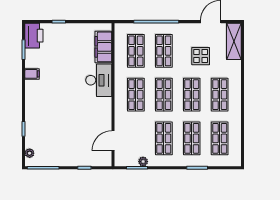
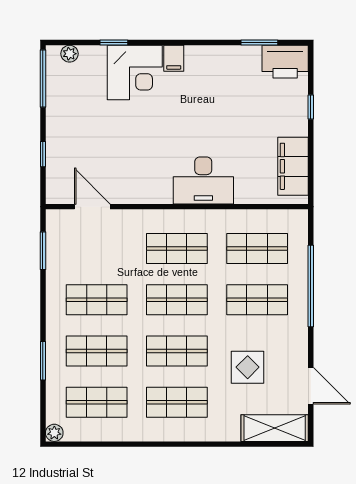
filing cabinet: (103, 47) -> (293, 166), moved, turned -90
filing cabinet: (32, 74) -> (174, 58), moved
corner desk: (40, 118) -> (135, 73), added
plant: (143, 162) -> (54, 433), moved

